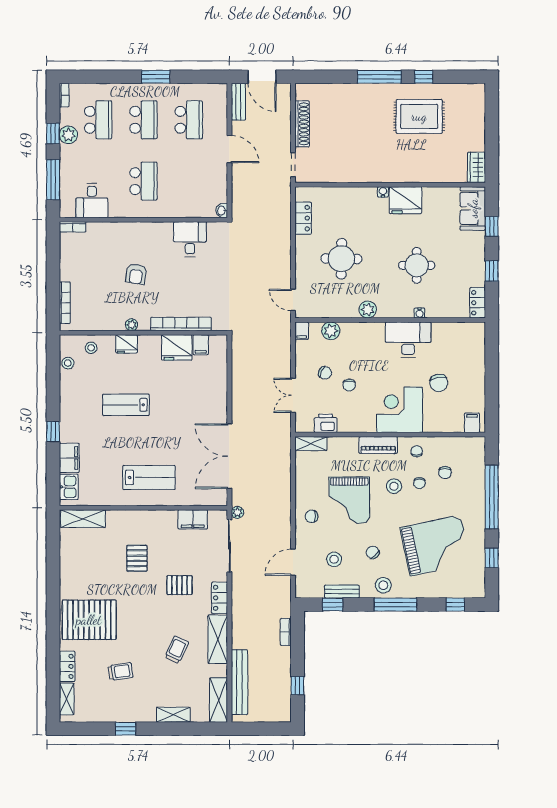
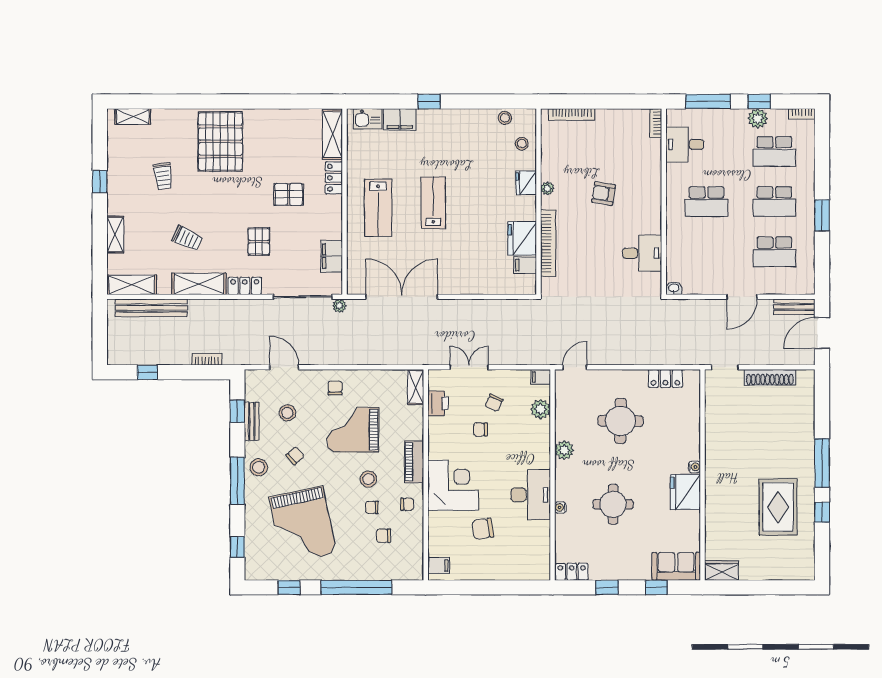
lab bench: (126, 405) -> (433, 203), moved
locker: (67, 666) -> (334, 178), moved, turned 90

